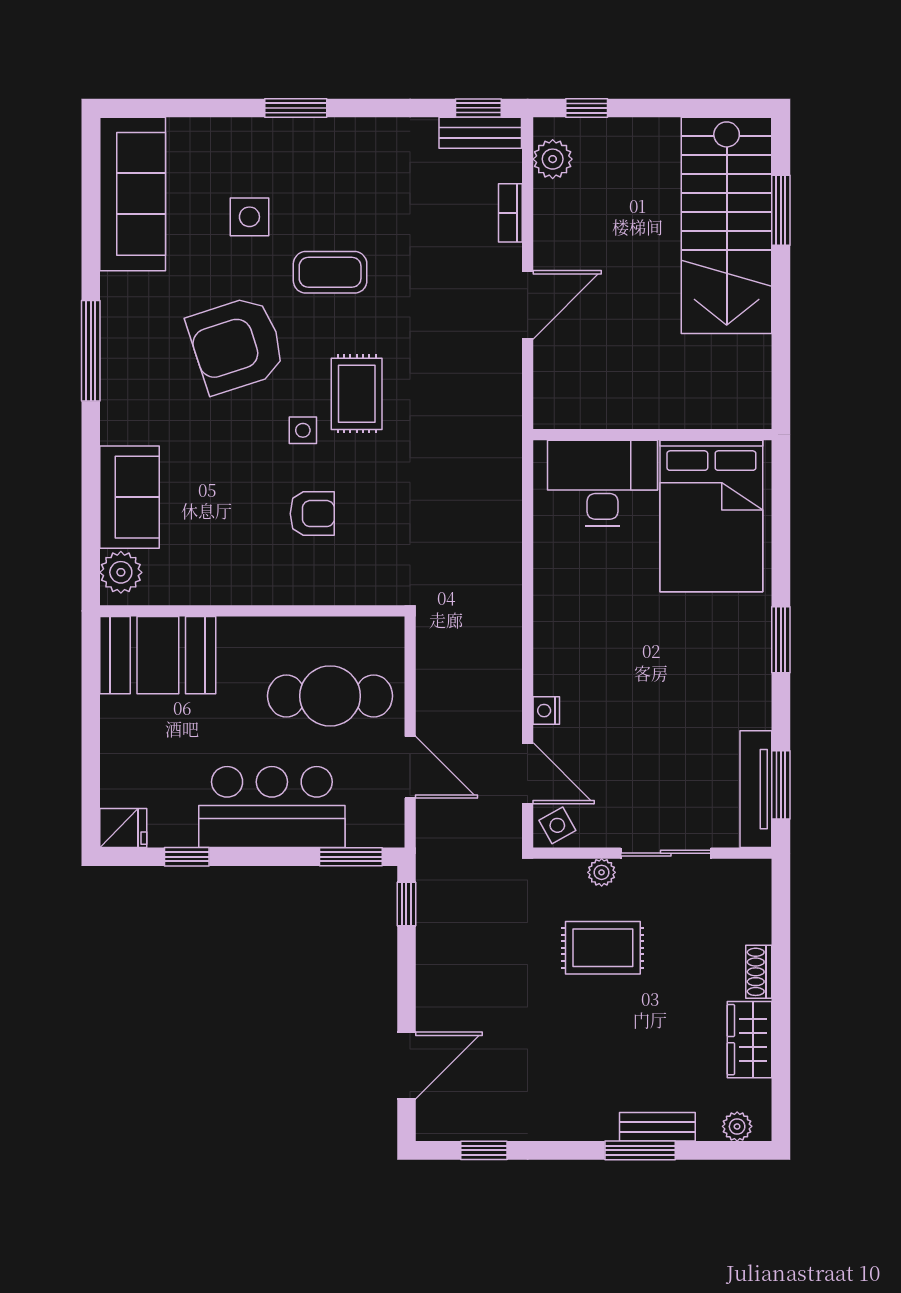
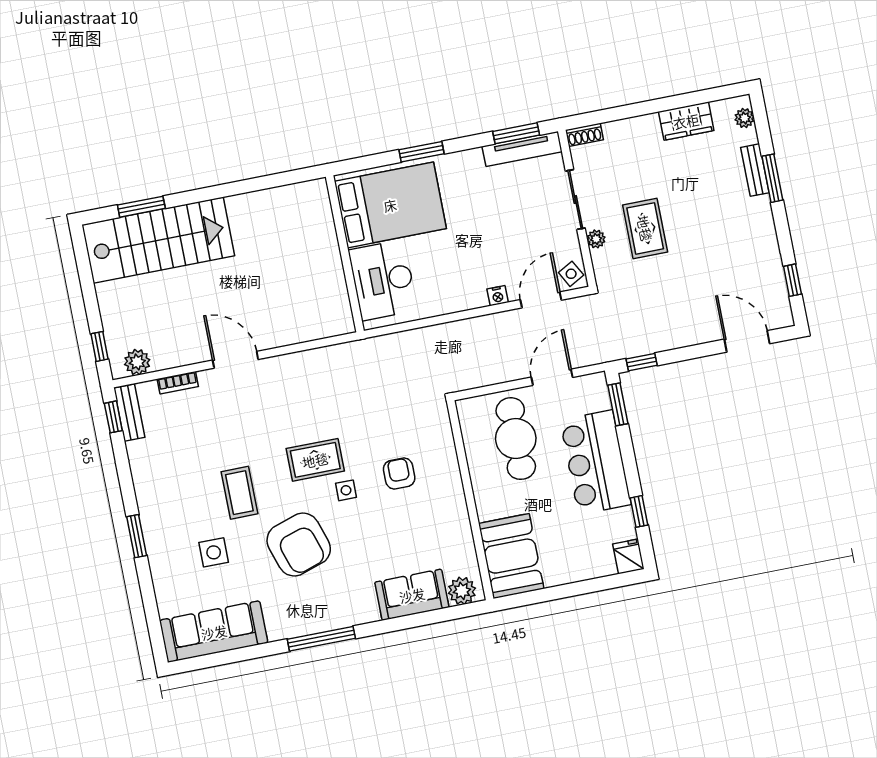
wall: (652, 435) -> (345, 254), moved
desk: (603, 483) -> (383, 280), moved
bed: (711, 516) -> (390, 205), moved
shoe rack: (759, 972) -> (584, 135), moved

